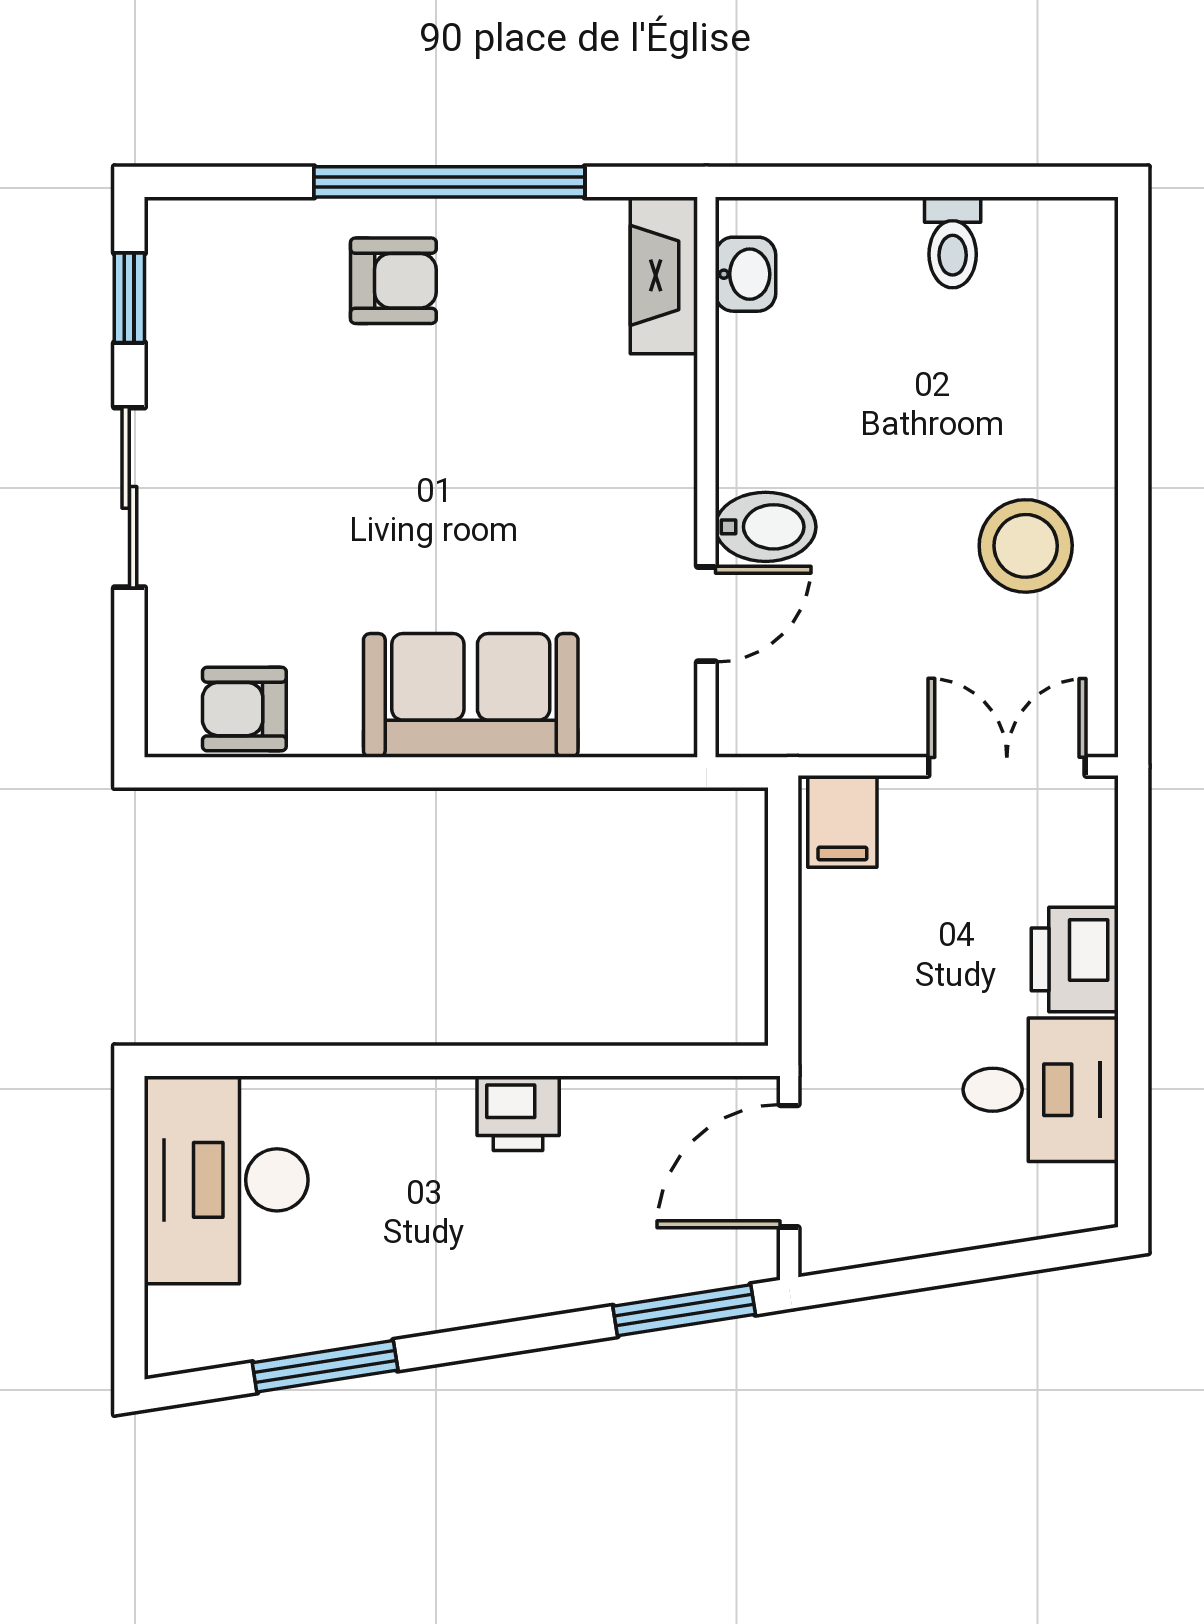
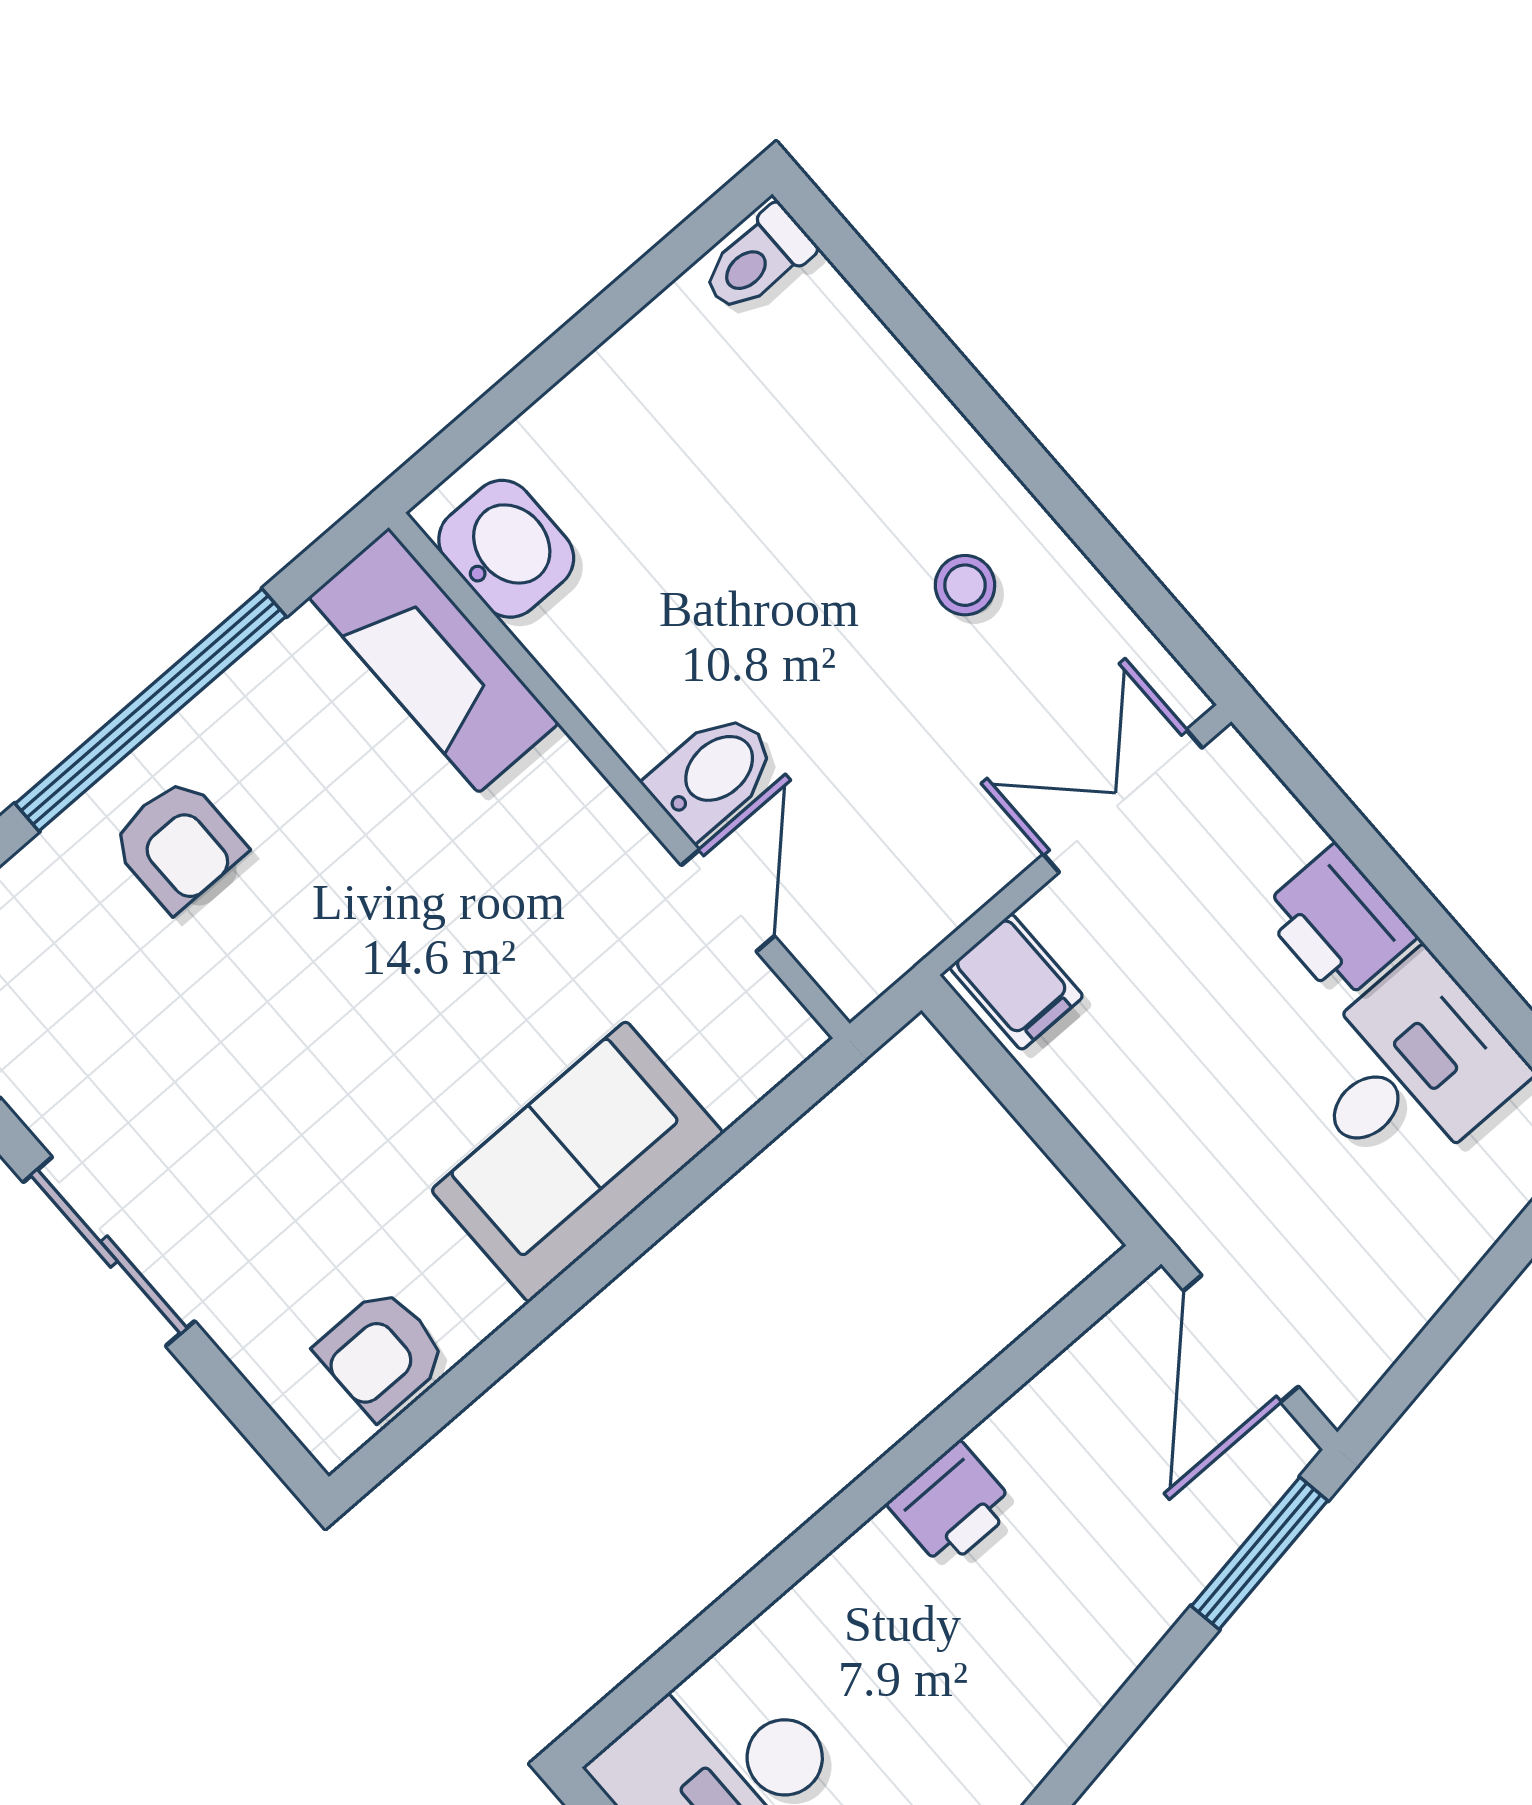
toilet: (953, 242) -> (758, 260), moved, turned 90
washbasin: (746, 274) -> (506, 549), width x1.38, depth x1.45
fireplace: (664, 275) -> (434, 660), width x1.37, depth x1.32
armchair: (393, 281) -> (178, 845), turned 90
stool: (1026, 546) -> (965, 585), width x0.53, depth x0.53

